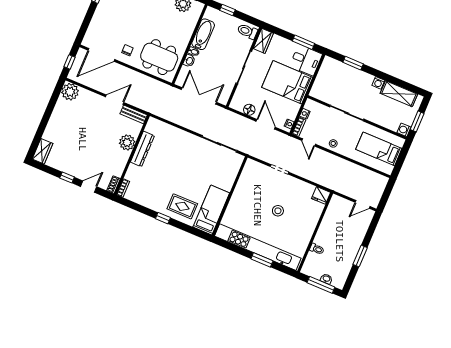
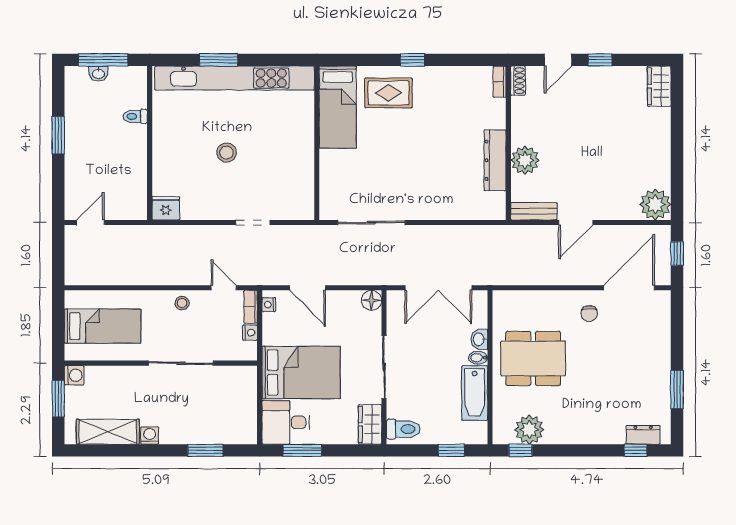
dining table: (159, 57) -> (533, 358), moved
floor lamp: (249, 110) -> (372, 300), moved

